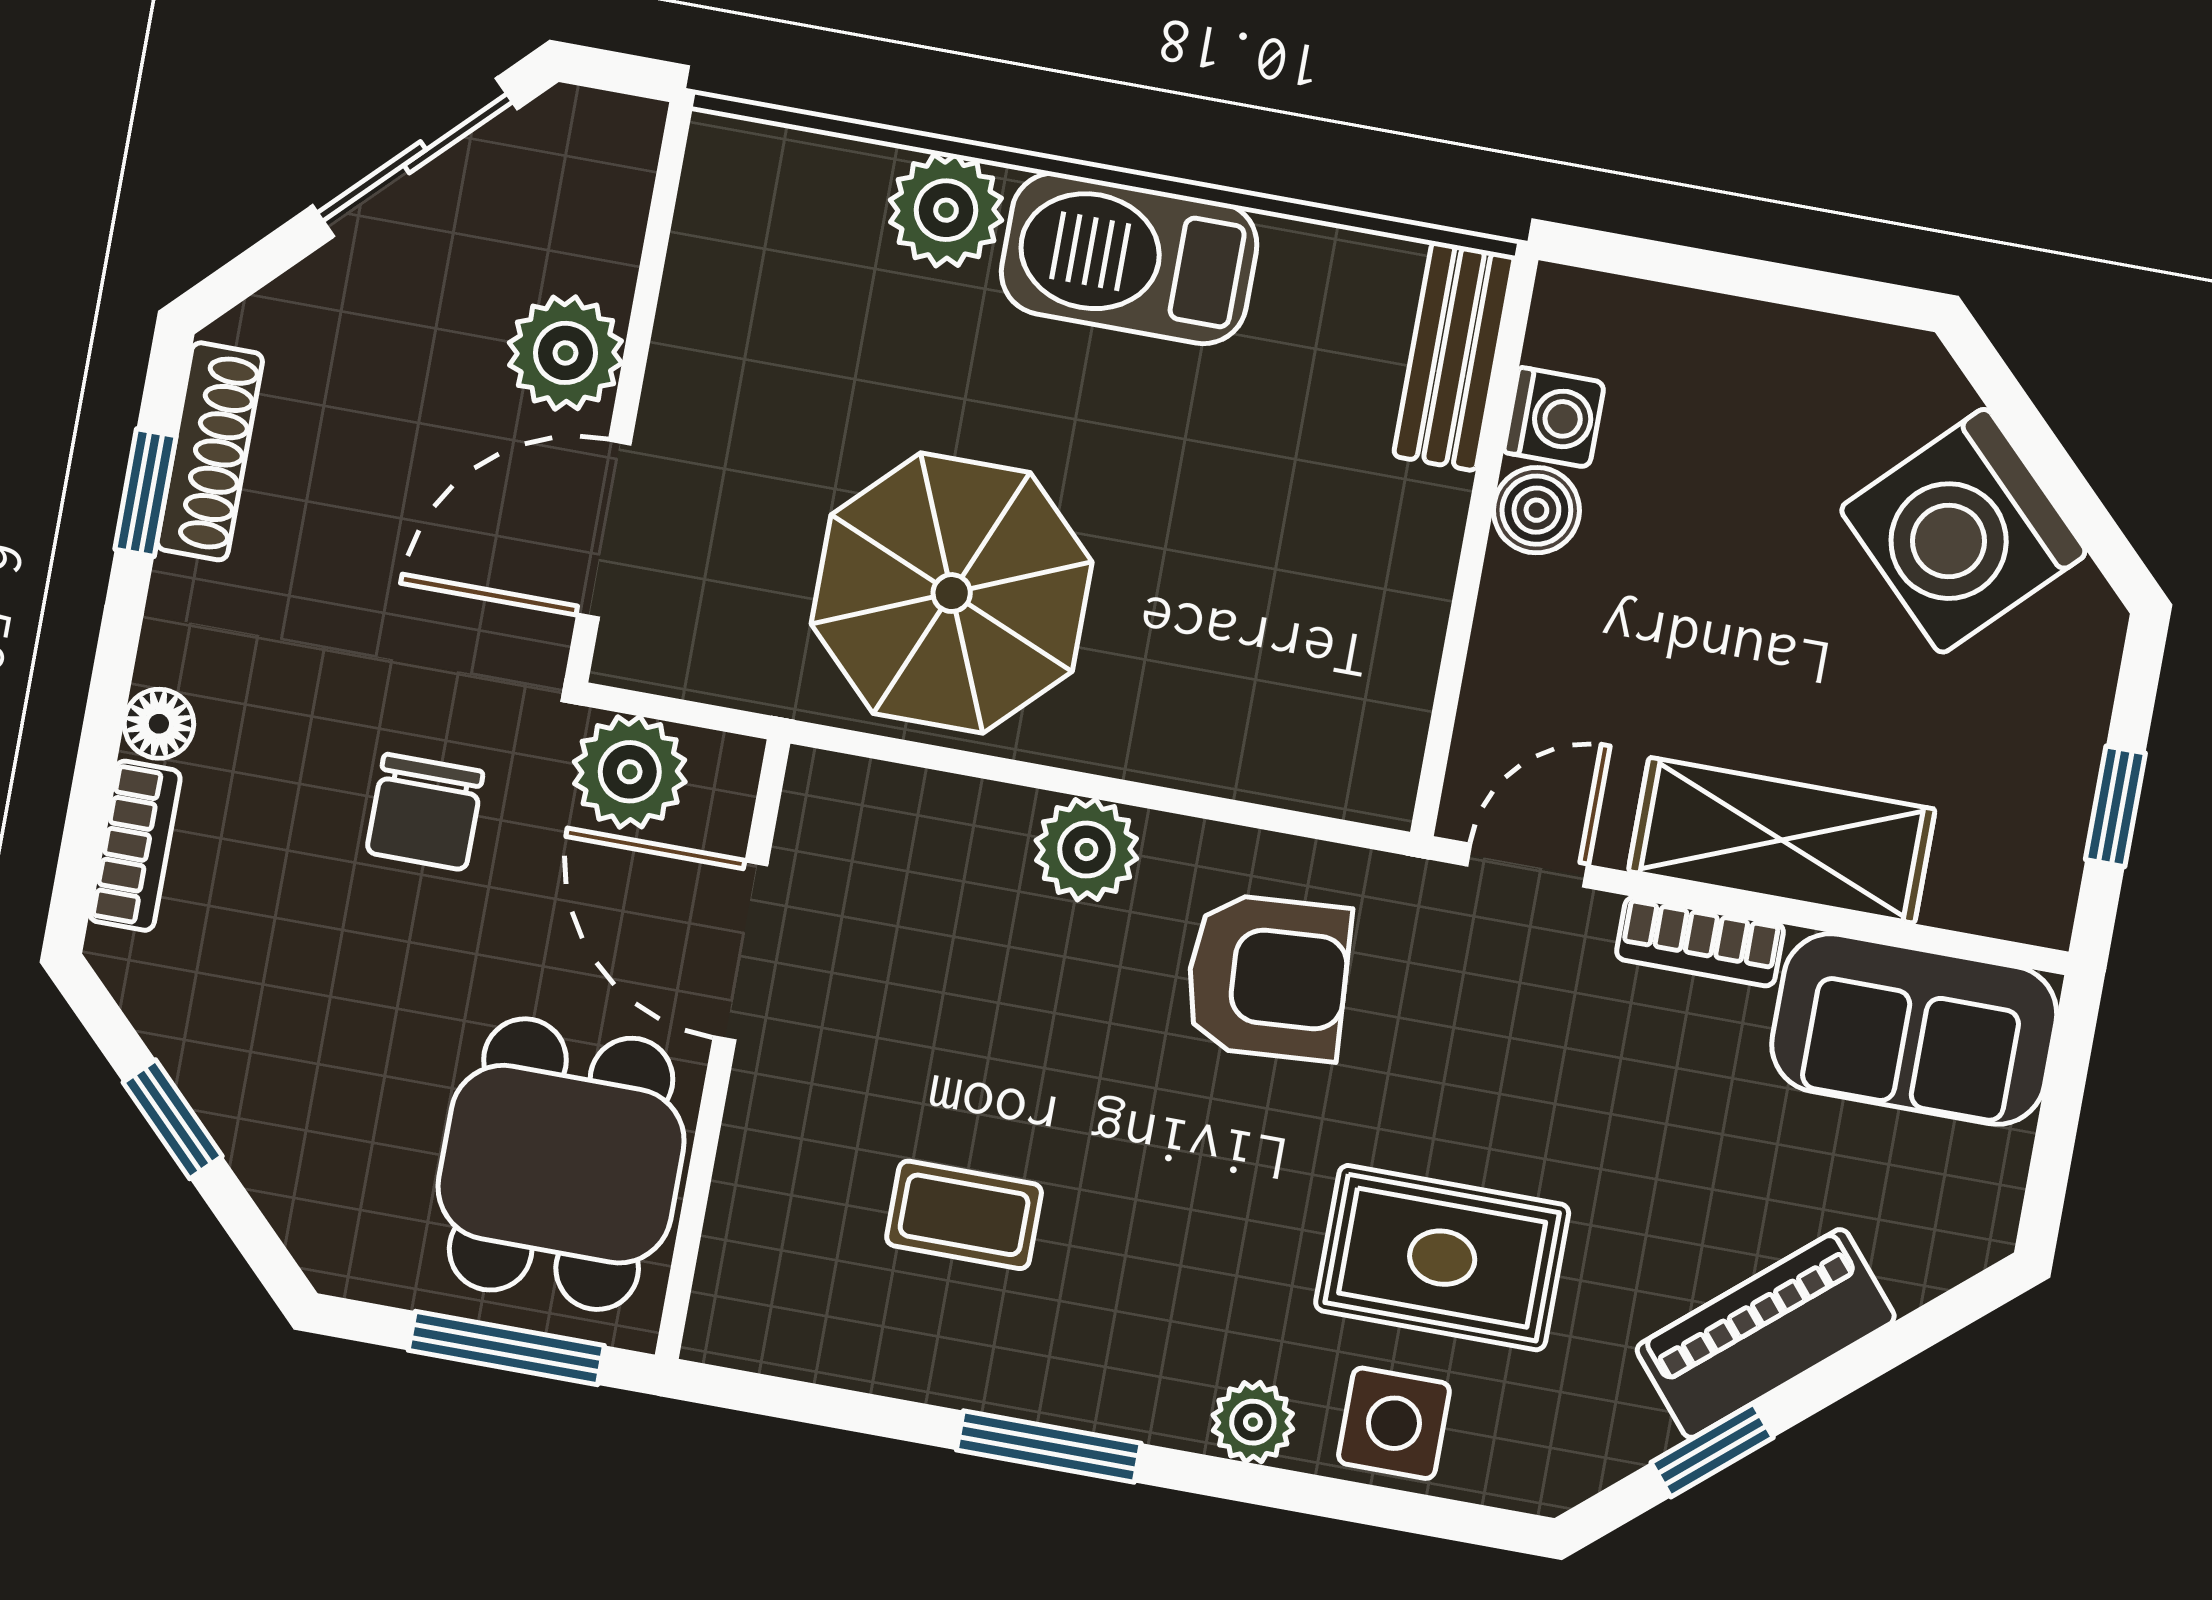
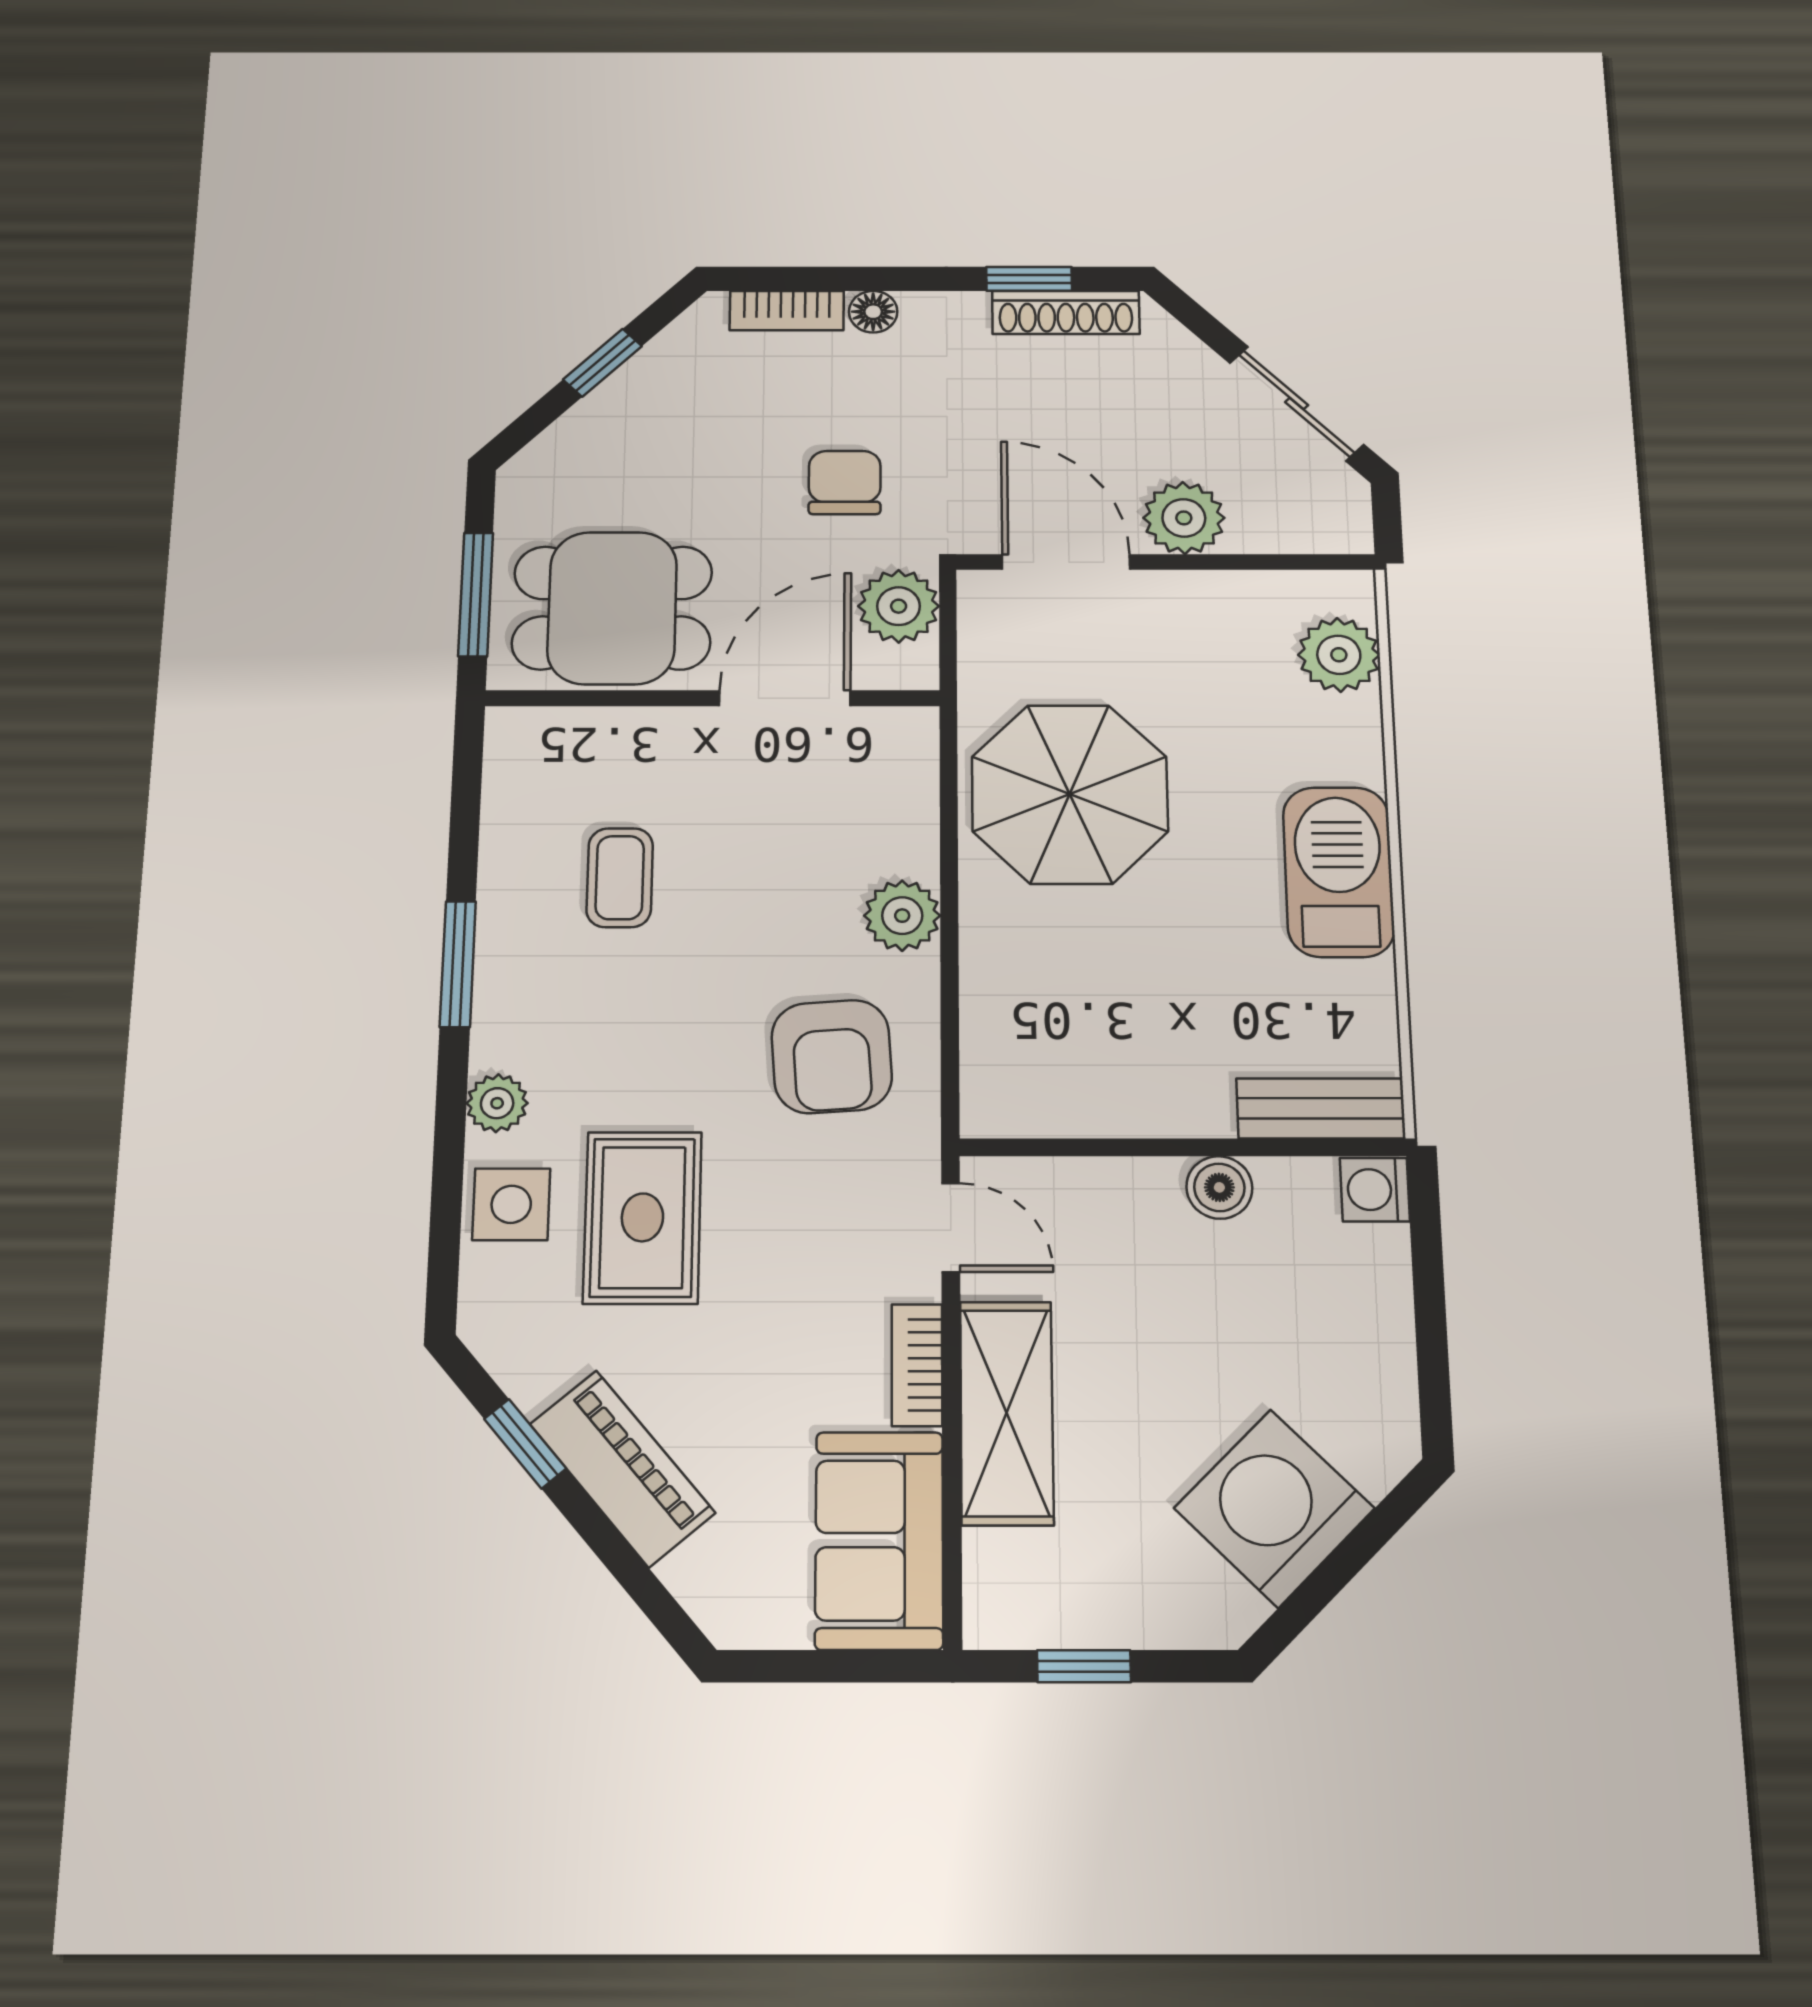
plant: (946, 210) -> (1339, 655), moved
washing machine: (1554, 417) -> (1375, 1190), moved, turned 90
chair: (425, 812) -> (845, 482), turned 90

